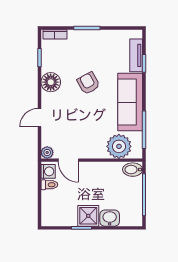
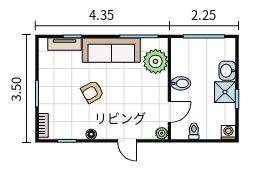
floor lamp: (51, 82) -> (91, 134), width x0.53, depth x0.53
bidet: (133, 170) -> (181, 83), moved, turned -90
washing machine: (48, 171) -> (228, 132), moved

